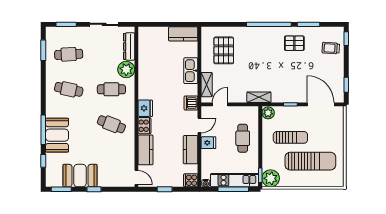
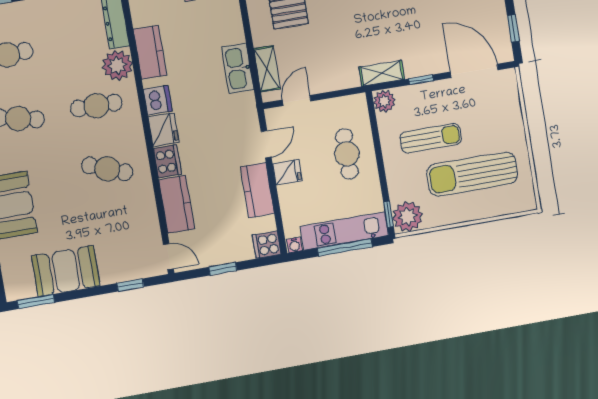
kitchen counter: (145, 65) -> (150, 52), added
kitchen sink: (191, 71) -> (238, 68), moved
shelving: (259, 97) -> (382, 73), moved
dishwasher: (191, 103) -> (158, 100), moved, turned 180
sun lounger: (310, 161) -> (472, 174), turned 180
window: (94, 189) -> (130, 285), moved

